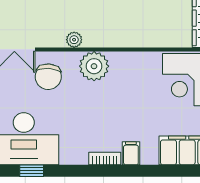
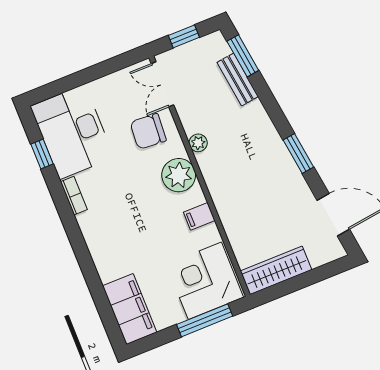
filing cabinet: (131, 153) -> (199, 216), moved, turned 180
bookcase: (105, 159) -> (74, 196), moved

